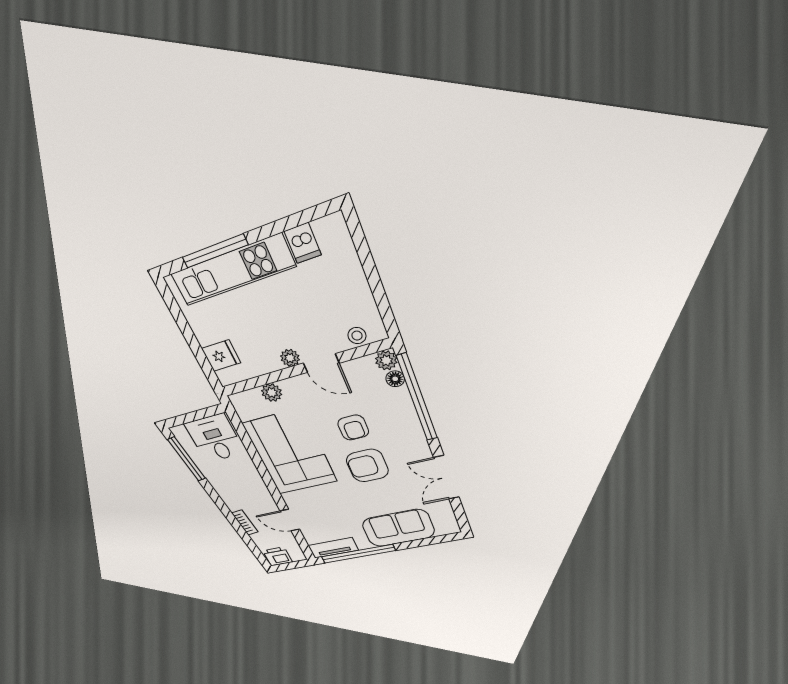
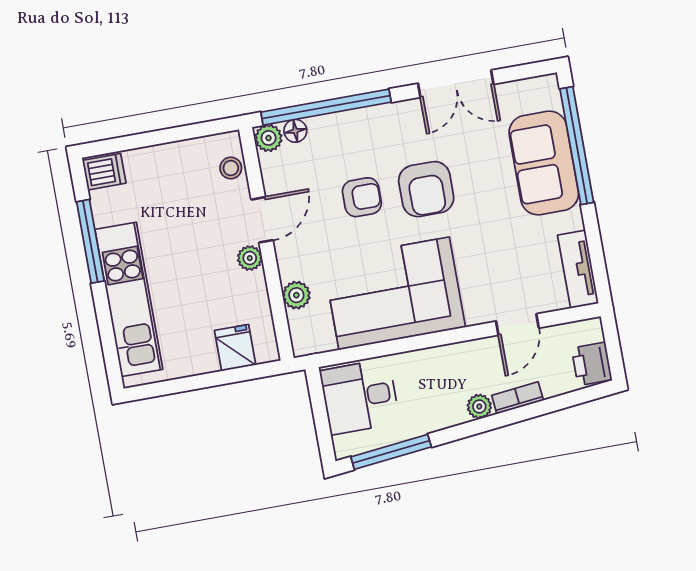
dishwasher: (303, 243) -> (104, 172), moved
window: (215, 251) -> (90, 241), moved
plant: (233, 504) -> (479, 406), added
window: (358, 554) -> (577, 146), moved

